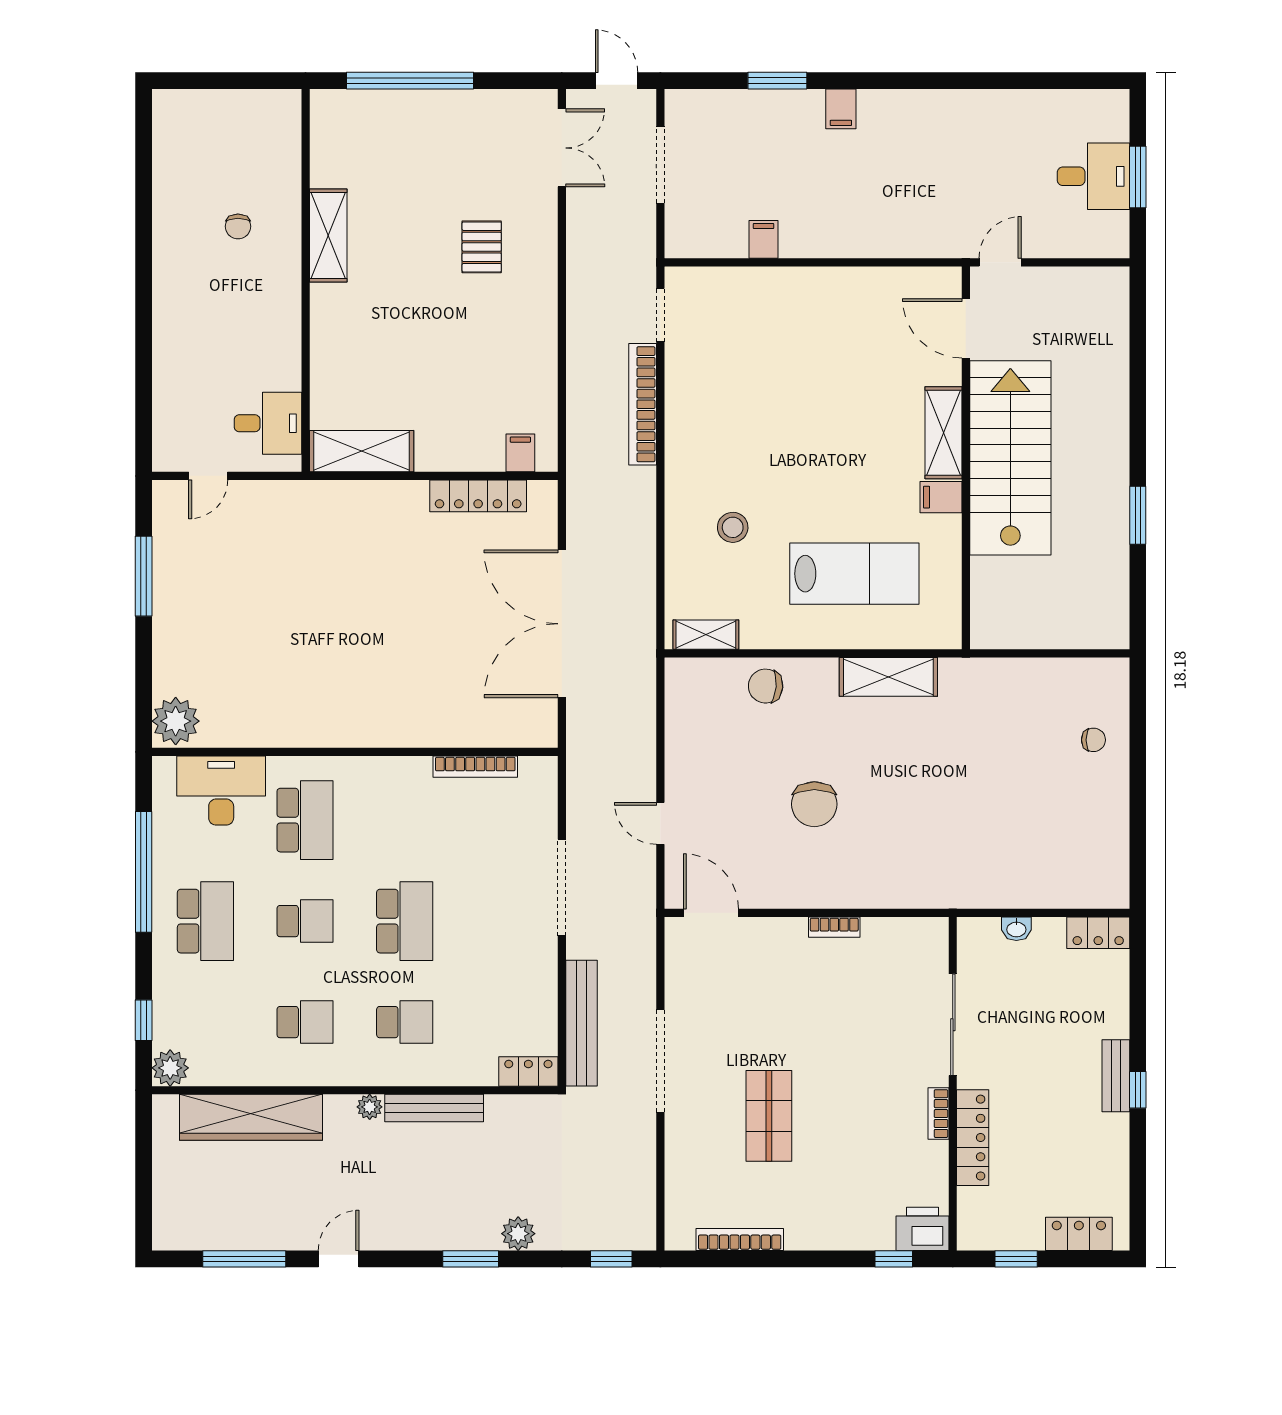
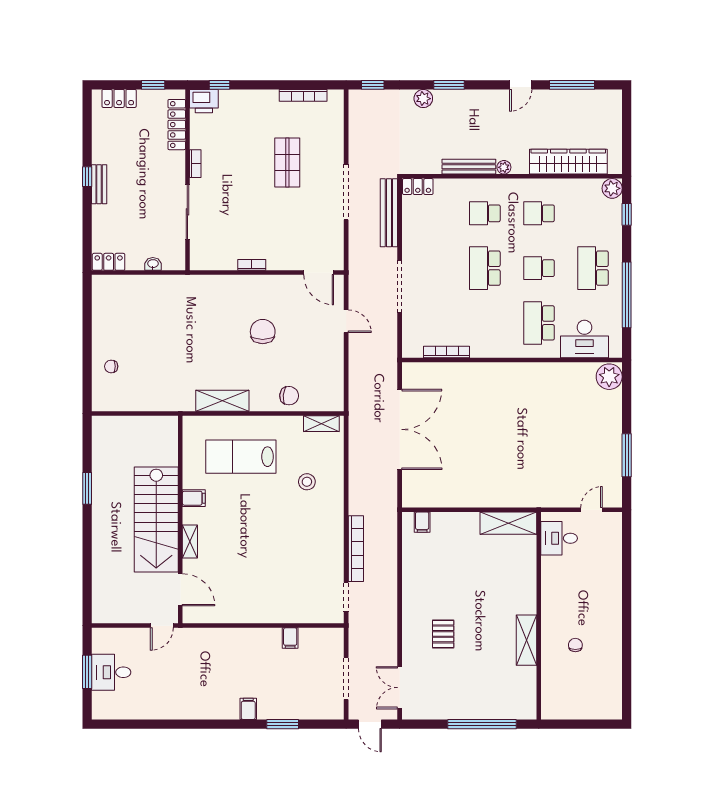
shelving: (944, 433) -> (190, 541), width x0.67, depth x0.75
locker: (478, 496) -> (445, 499), removed
locker: (973, 1138) -> (177, 125), moved

